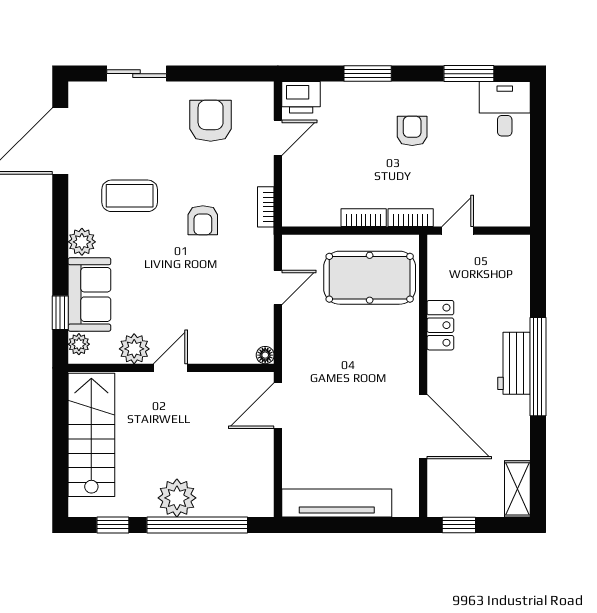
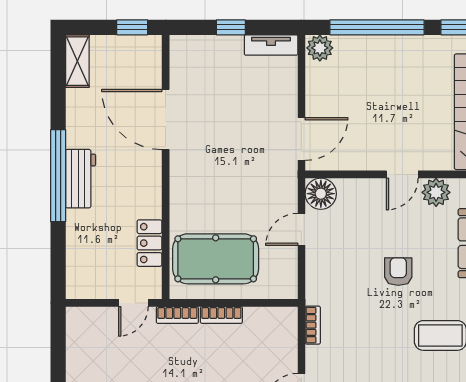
armchair: (203, 220) -> (398, 272), moved
door: (278, 287) -> (301, 229), moved
locker: (440, 325) -> (149, 243), moved
floor lamp: (265, 355) -> (321, 194), width x1.89, depth x1.89
plant: (177, 498) -> (320, 48), moved, width x0.73, depth x0.73
tv unit: (337, 503) -> (271, 45), width x0.52, depth x0.78
window: (353, 525) -> (231, 27), added

